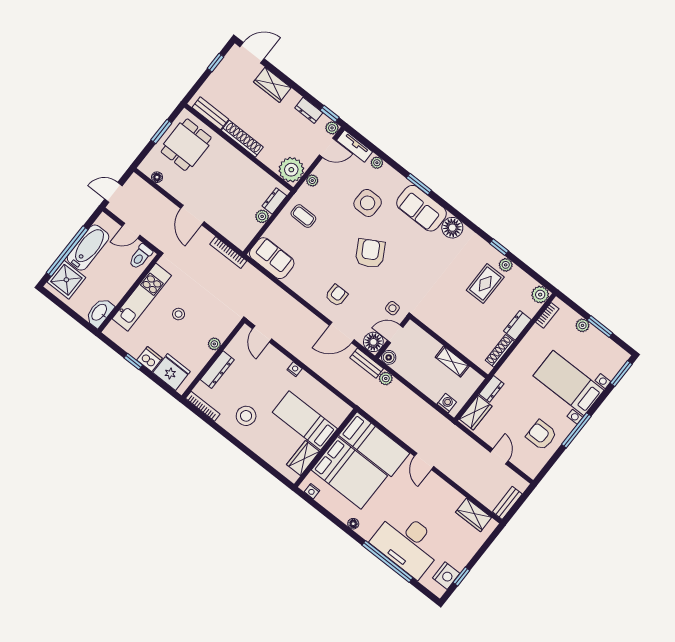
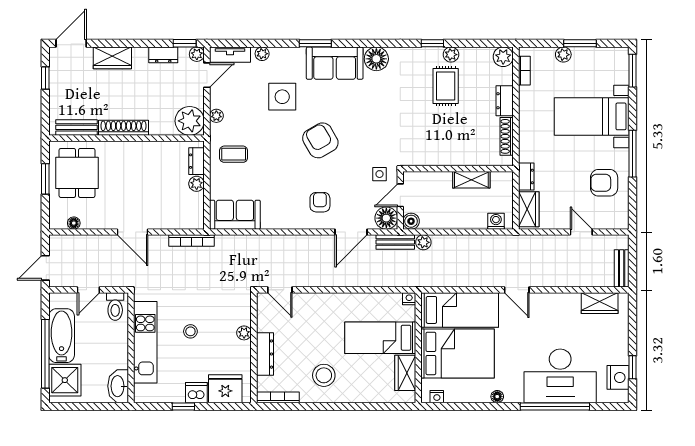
nightstand: (295, 369) -> (409, 299), moved

